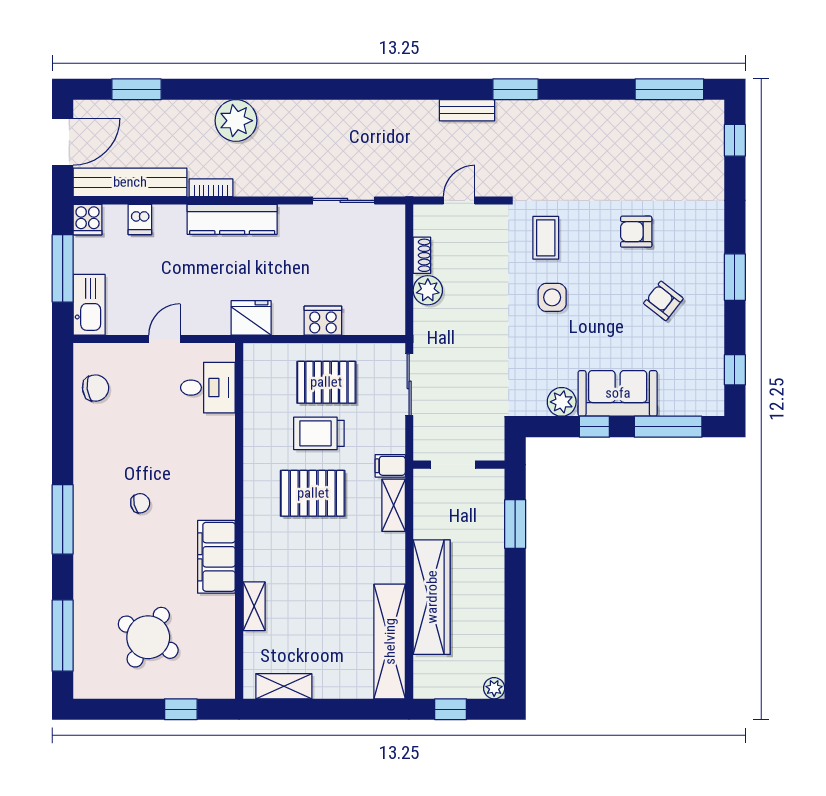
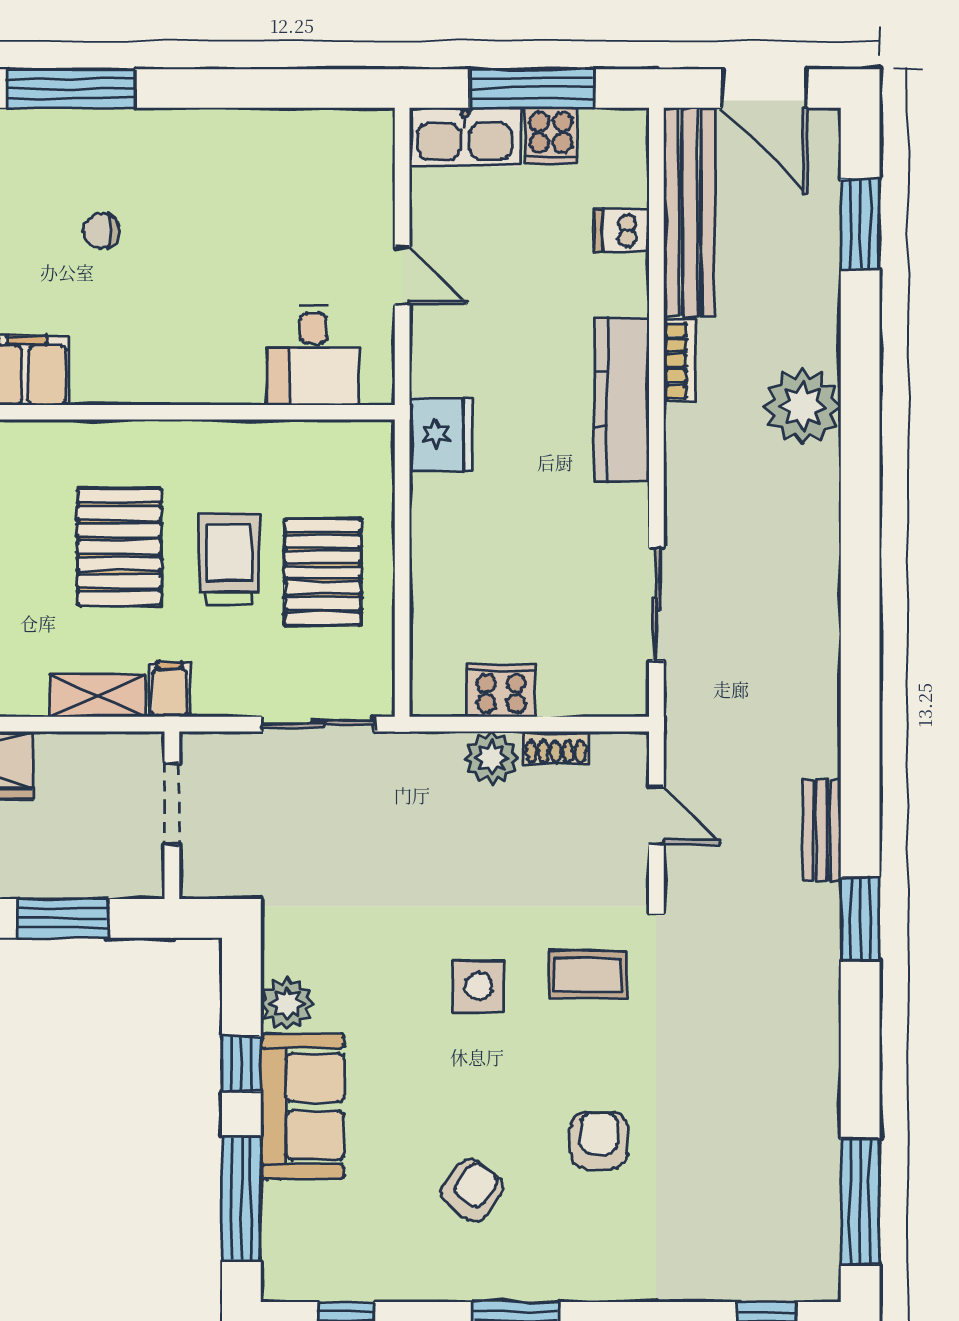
cooker: (87, 220) -> (551, 136), moved, turned -90
cooker: (323, 321) -> (501, 690), moved, turned -90
chair: (96, 388) -> (312, 149), removed
chair: (140, 503) -> (101, 231), turned 103

